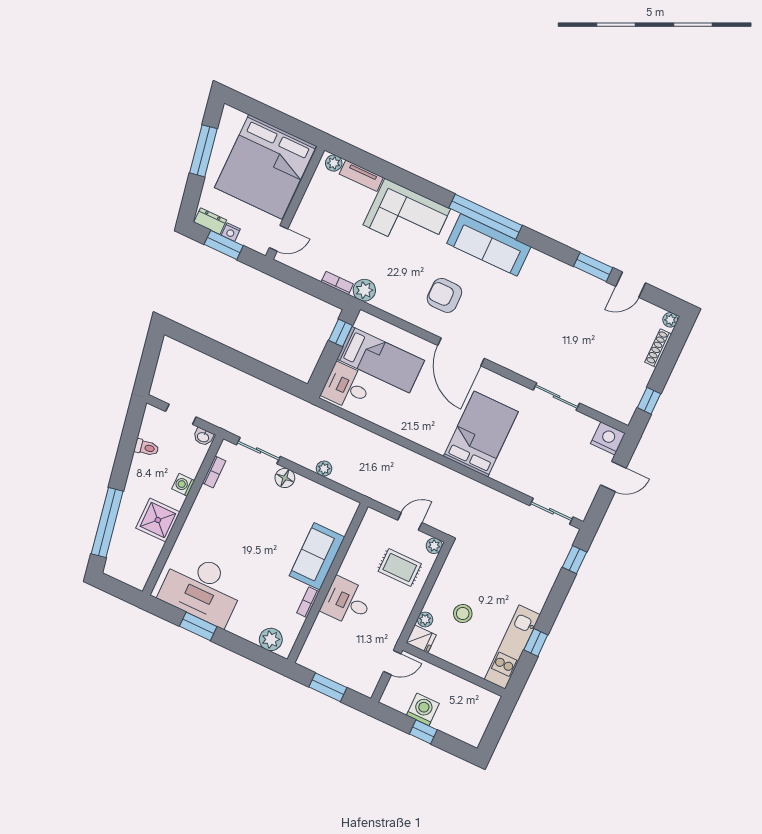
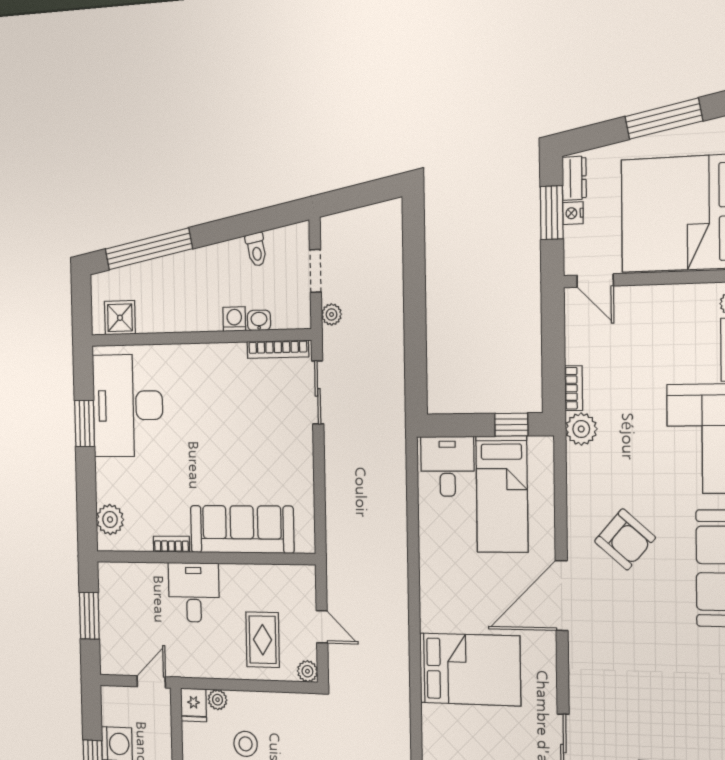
armchair: (444, 295) -> (625, 539), turned 131
washbasin: (203, 437) -> (259, 320), moved, turned 90
plant: (324, 469) -> (332, 314), moved
bookcase: (214, 472) -> (278, 349), width x1.56
floor lamp: (285, 478) -> (301, 443), removed
shower: (158, 520) -> (120, 318), moved, width x0.73, depth x0.73
sofa: (317, 556) -> (242, 529), width x1.36
door: (392, 663) -> (151, 682), swing flipped

